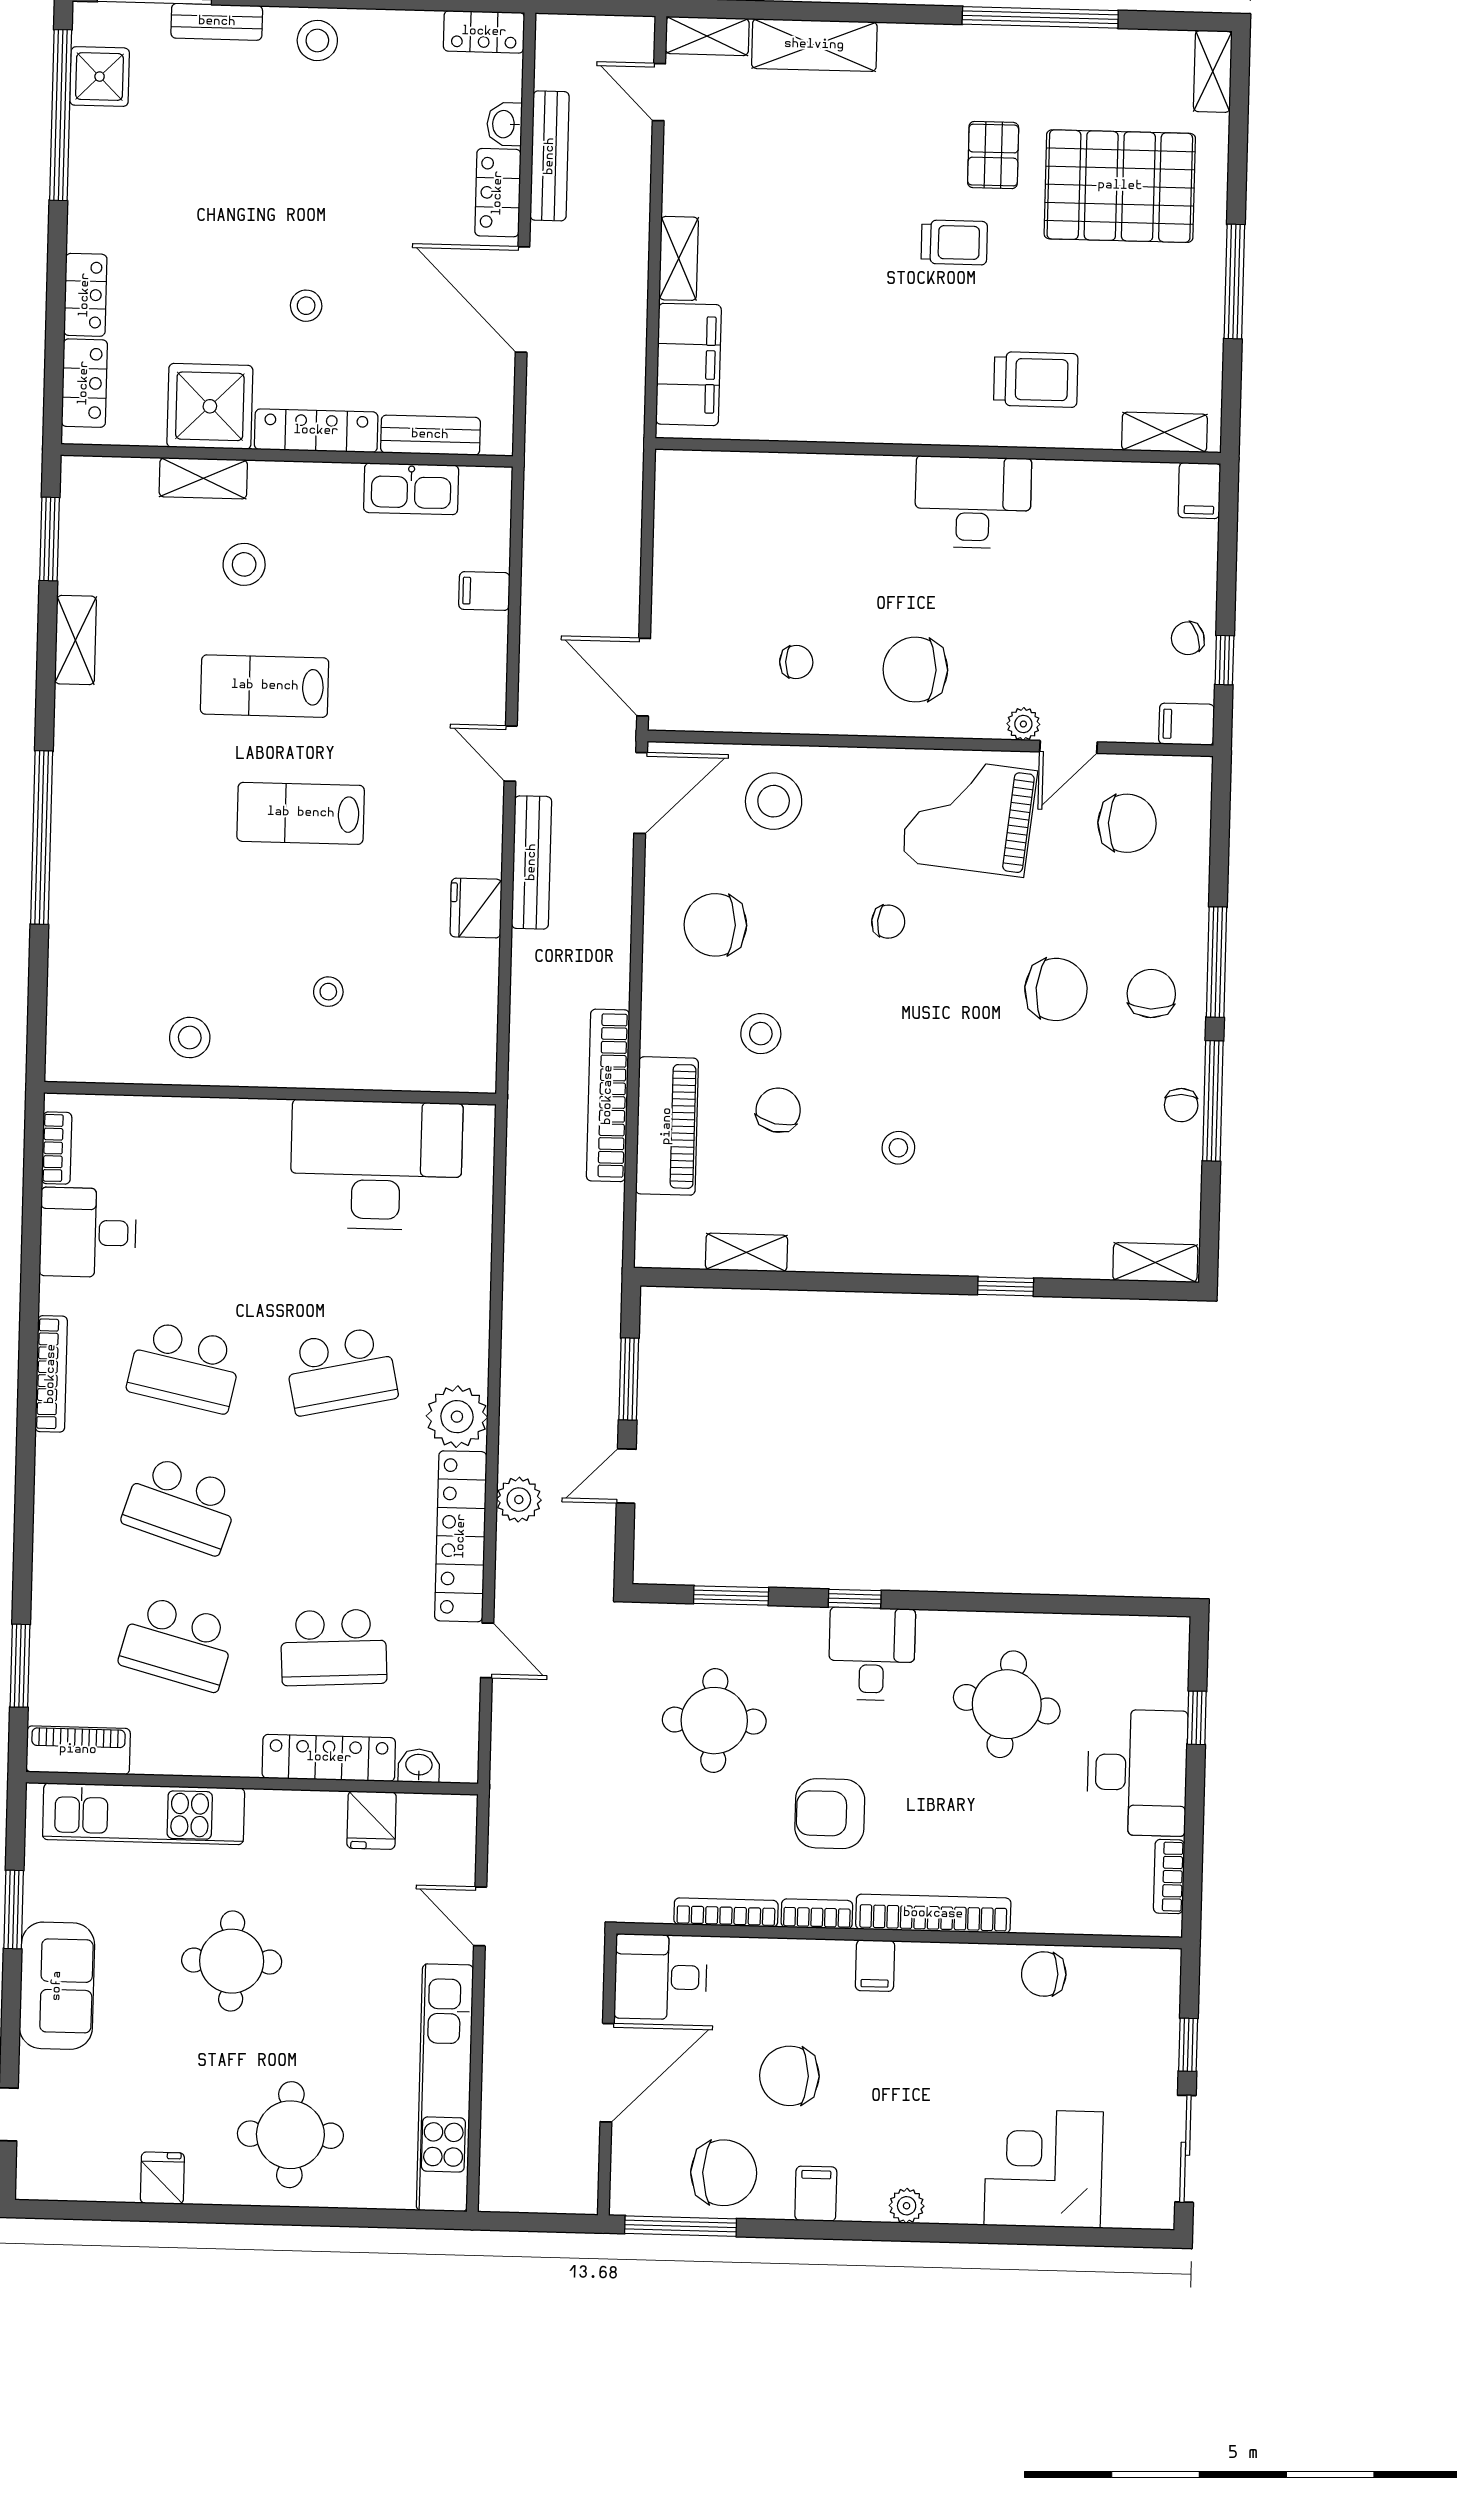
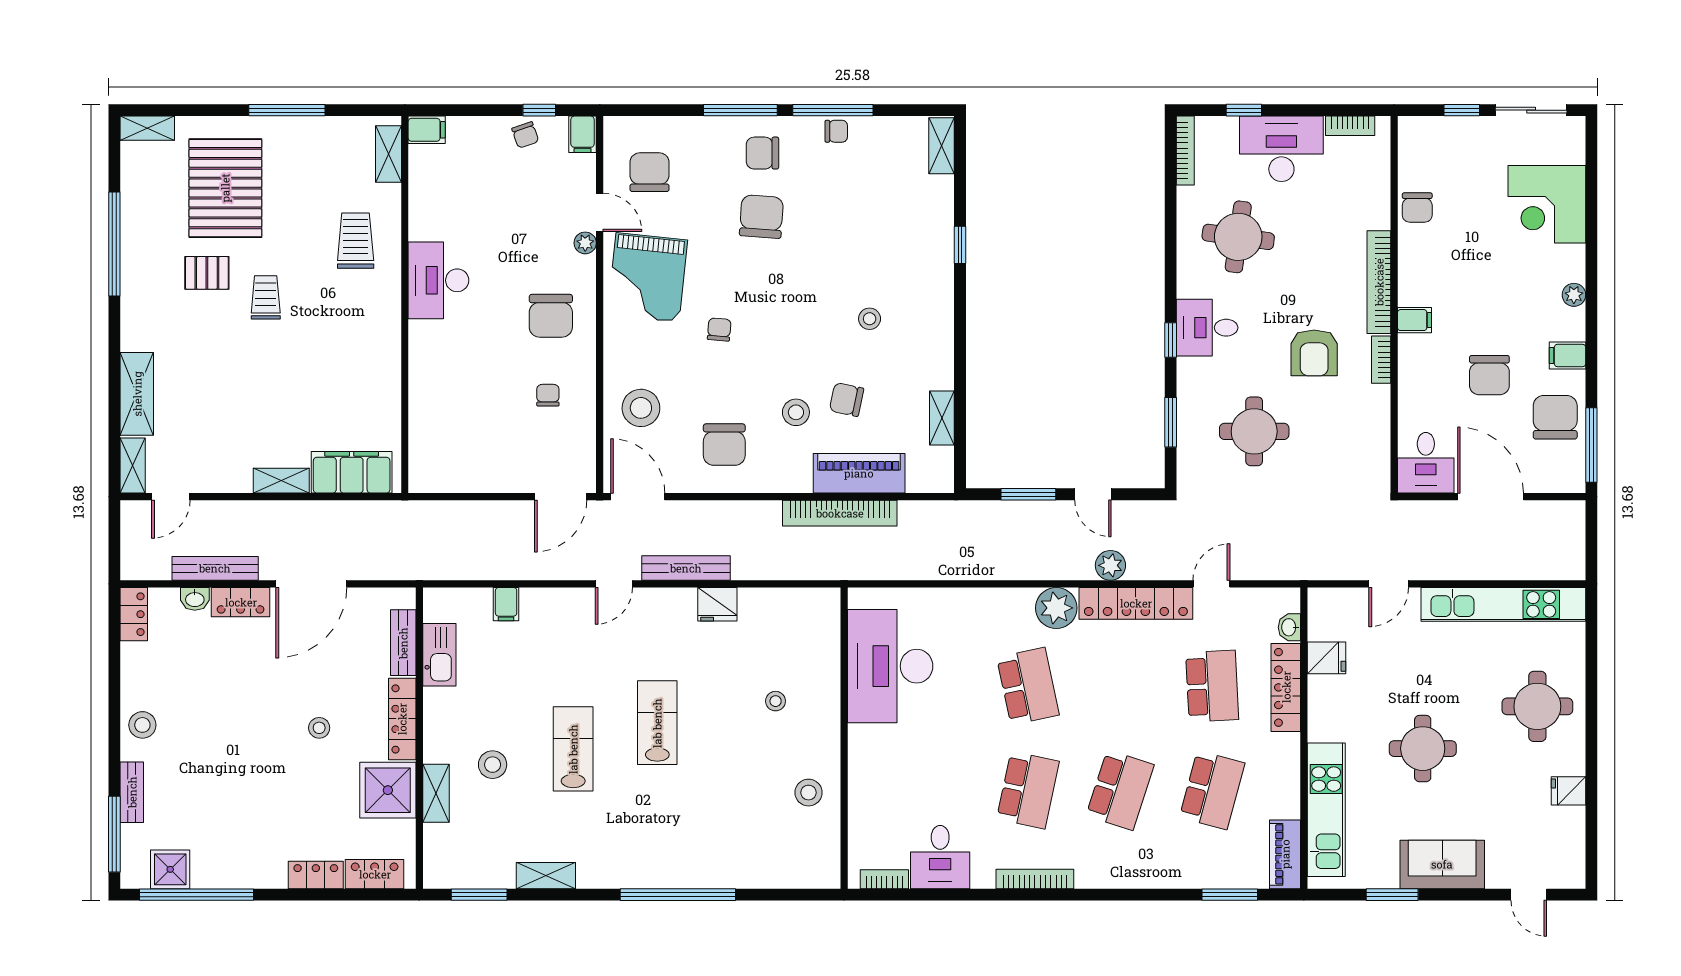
lab bench: (265, 686) -> (573, 749), turned 180
lab bench: (301, 813) -> (657, 723), turned 180
bookcase: (726, 1912) -> (1185, 151), moved, turned 180

